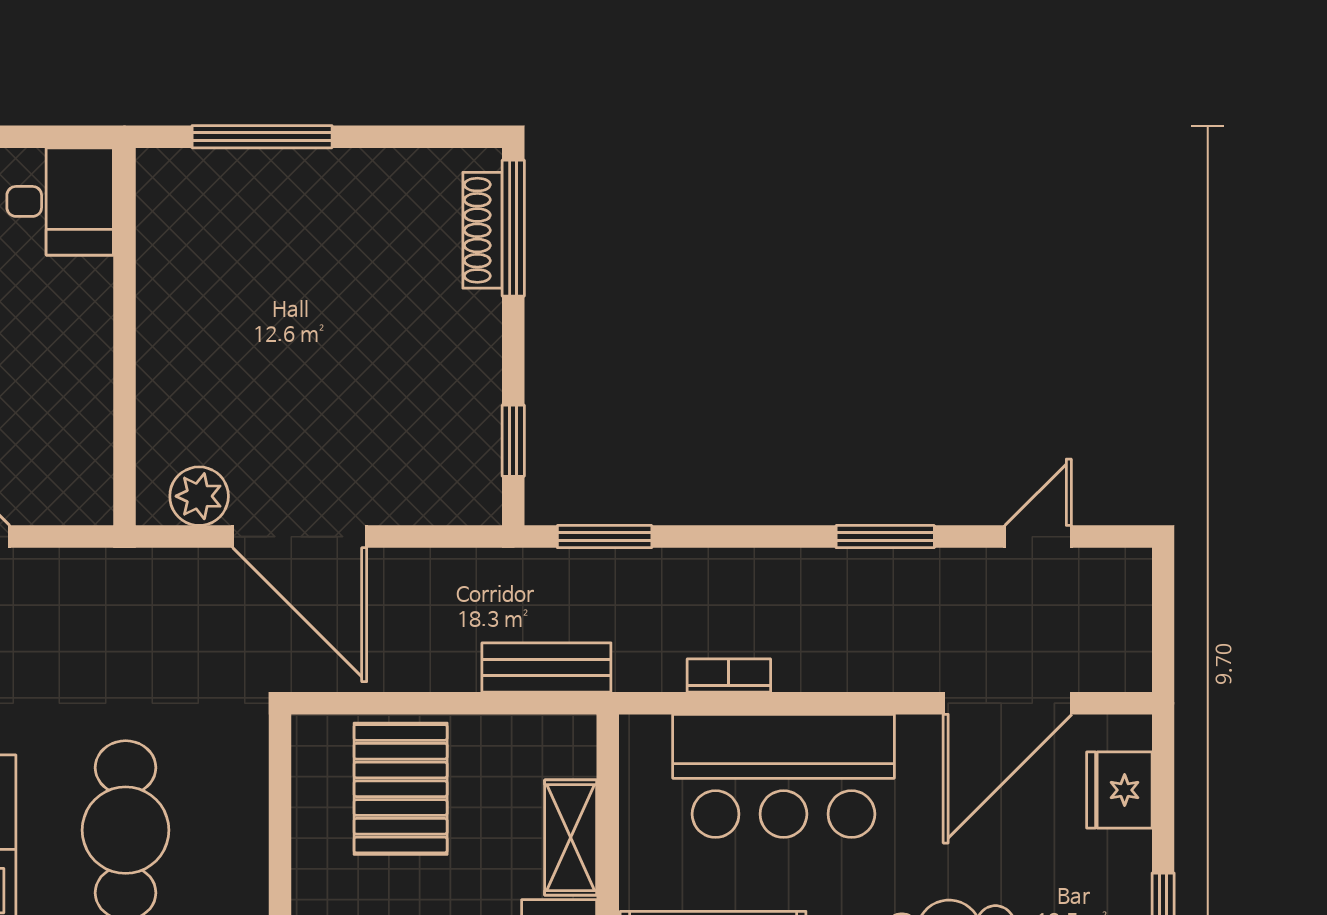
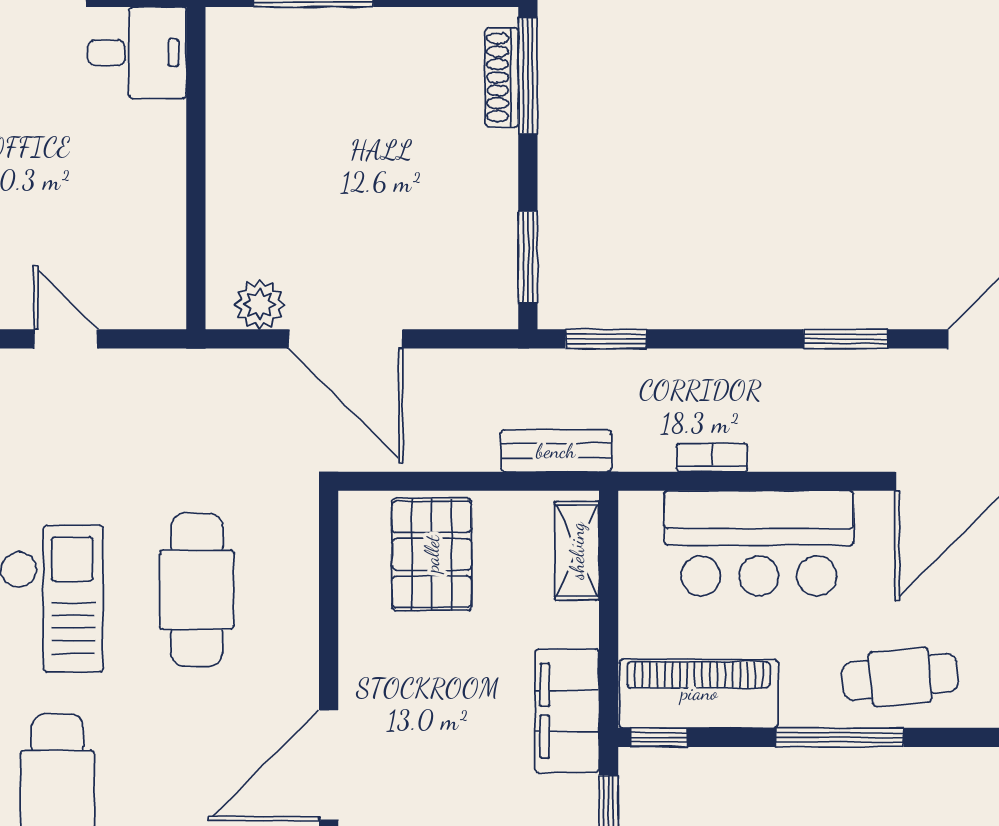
window: (513, 441) -> (528, 257), width x1.50
shelving: (571, 838) -> (577, 551), moved

